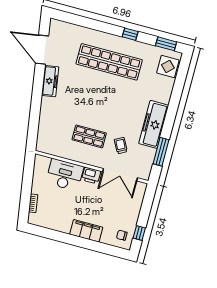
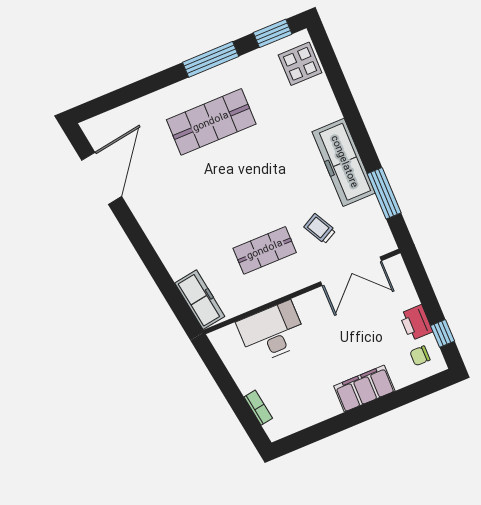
window: (130, 34) -> (211, 59), width x2.17
door: (42, 50) -> (102, 178), swing flipped
shop shelf: (109, 62) -> (211, 122), width x0.71
freezer: (50, 81) -> (200, 300), moved
printer: (91, 175) -> (416, 323), moved, turned 90

